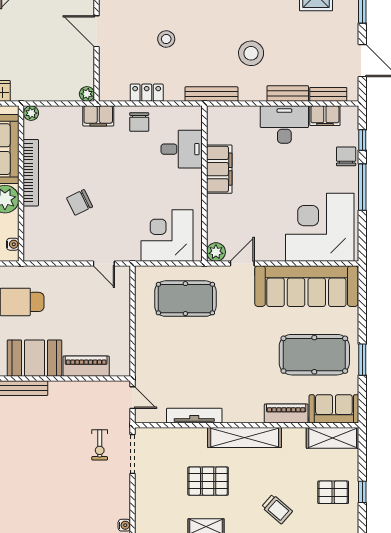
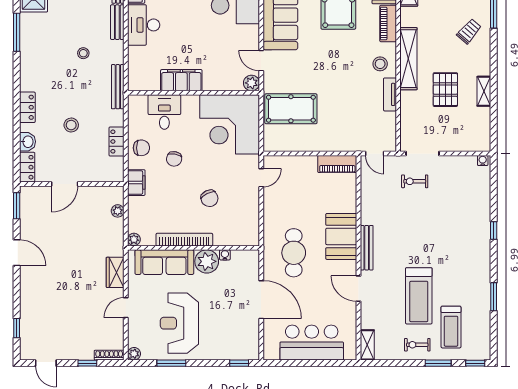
stool: (251, 53) -> (83, 53), width x0.53, depth x0.53
plant: (87, 94) -> (118, 211), moved
chair: (126, 161) -> (174, 159), added
corner desk: (167, 236) -> (230, 124), width x1.36, depth x1.36
water cooler: (13, 244) -> (225, 255), moved
pool table: (185, 299) -> (291, 109), turned 90
piano: (86, 366) -> (337, 164), moved, turned -90
door: (132, 398) -> (375, 154), swing flipped
stool: (238, 404) -> (380, 64), added
tv unit: (194, 416) -> (390, 94), width x0.71
exercise bike: (100, 445) -> (415, 181), turned 180

